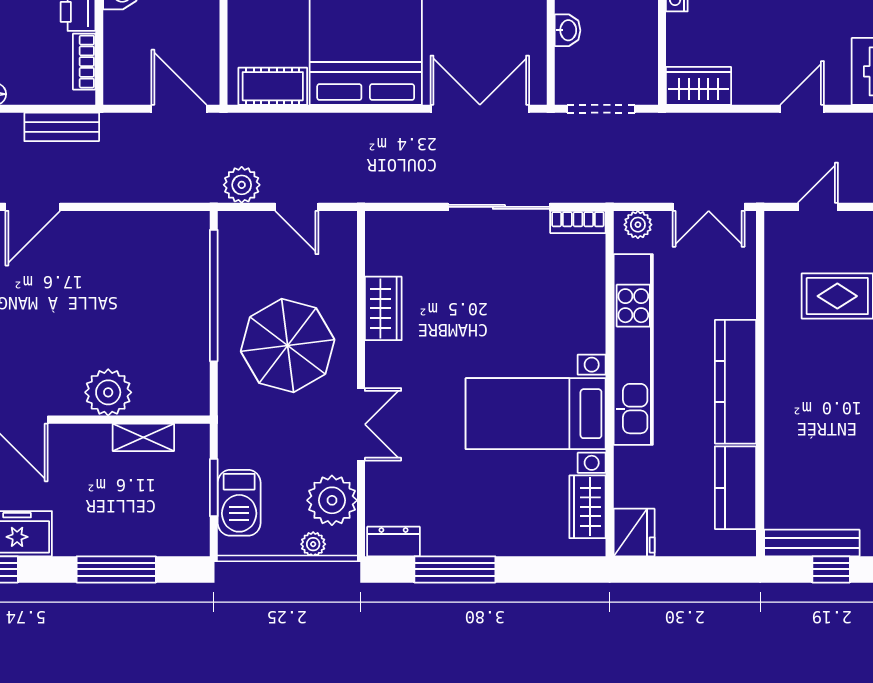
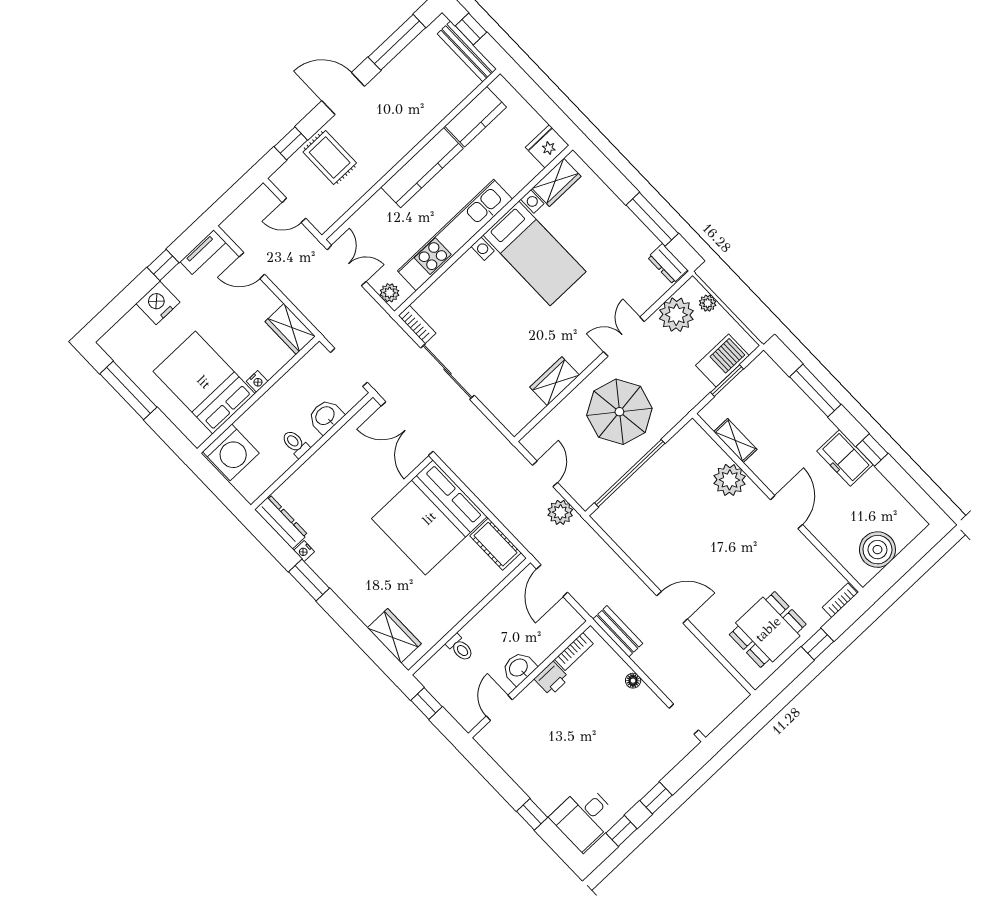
washbasin: (567, 30) -> (325, 416), width x1.38, depth x1.45

